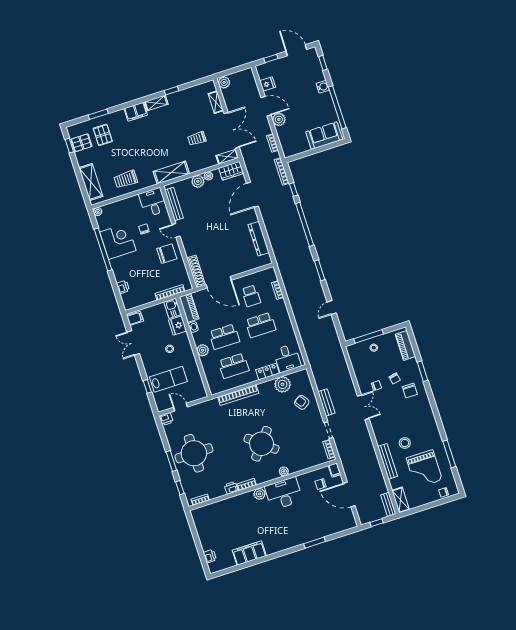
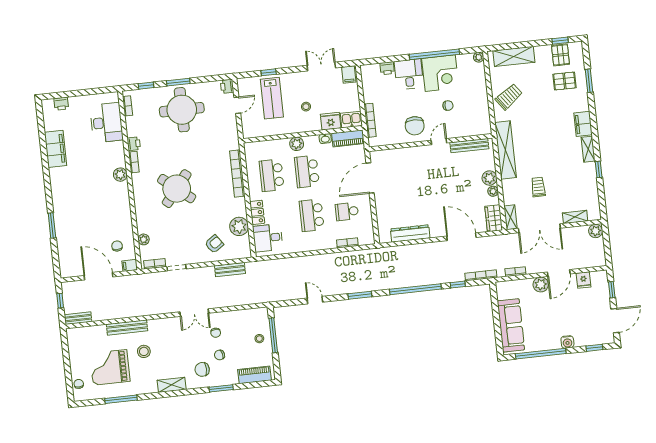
sofa: (324, 136) -> (511, 325), width x1.36
shelving: (171, 173) -> (506, 150), width x1.47
trolley: (126, 179) -> (509, 97), turned 54
desk: (153, 202) -> (409, 74), moved, turned -90
shoe rack: (196, 271) -> (388, 155), removed
bench: (326, 402) -> (230, 270), moved
plant: (284, 471) -> (144, 239), moved
desk: (284, 493) -> (106, 123), moved
door: (349, 495) -> (98, 276), hinge flipped
shelving: (401, 500) -> (172, 385), moved

